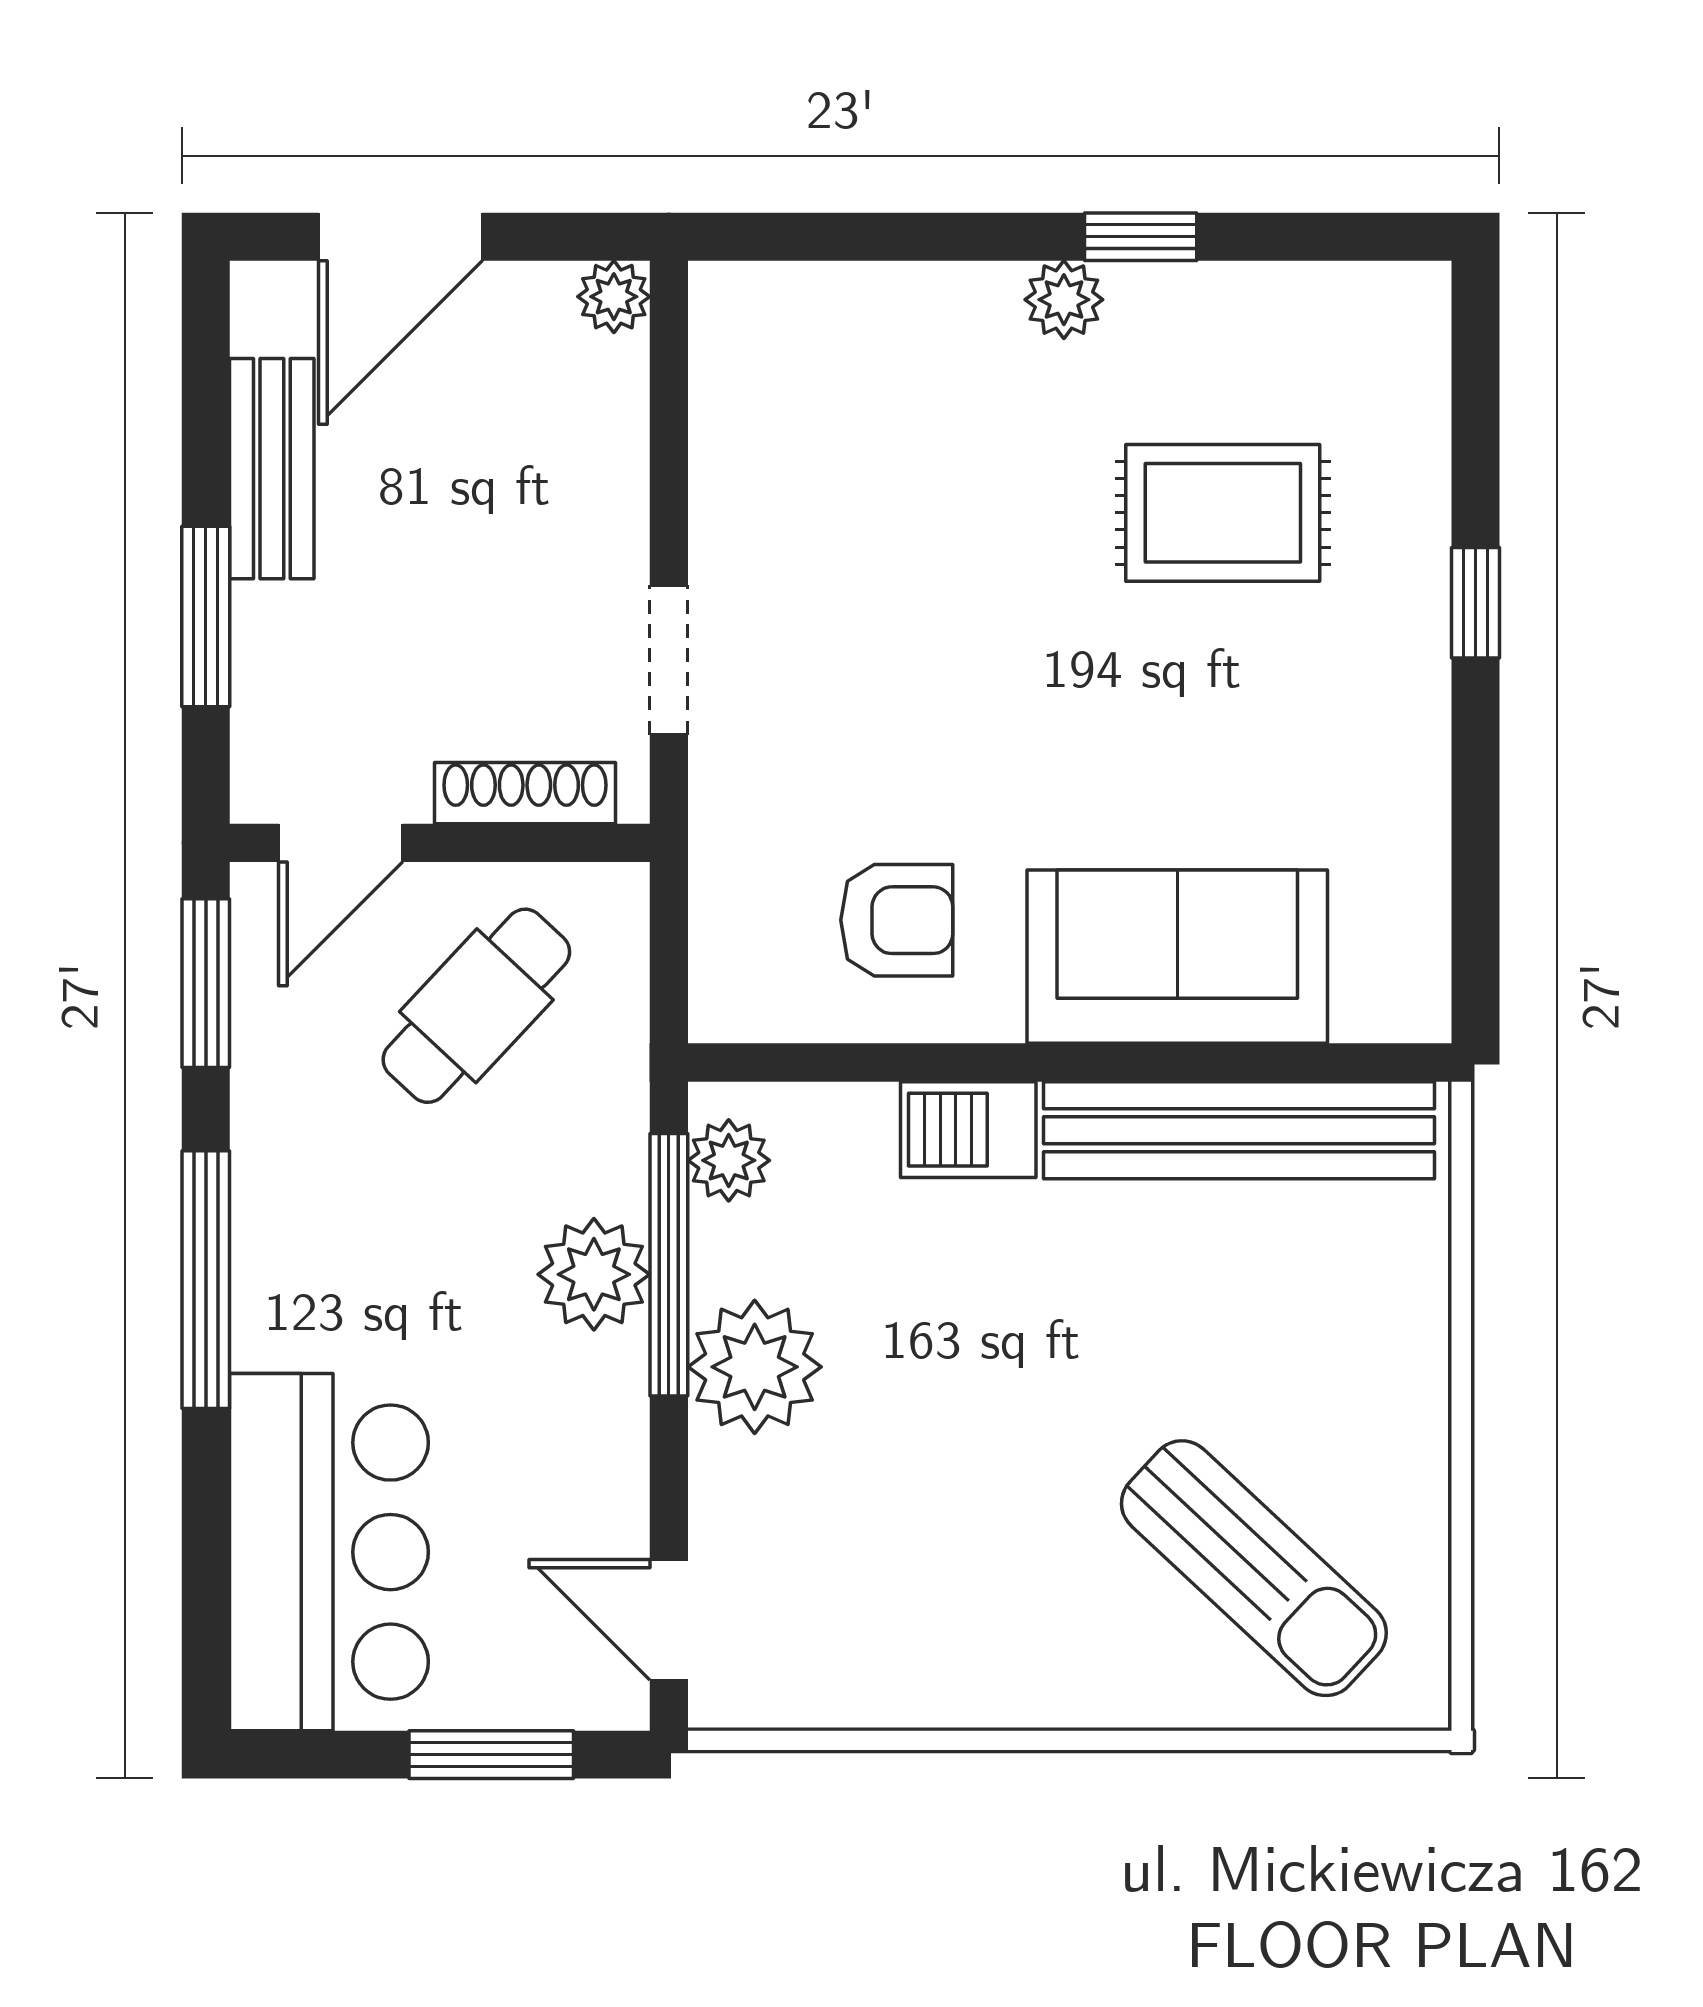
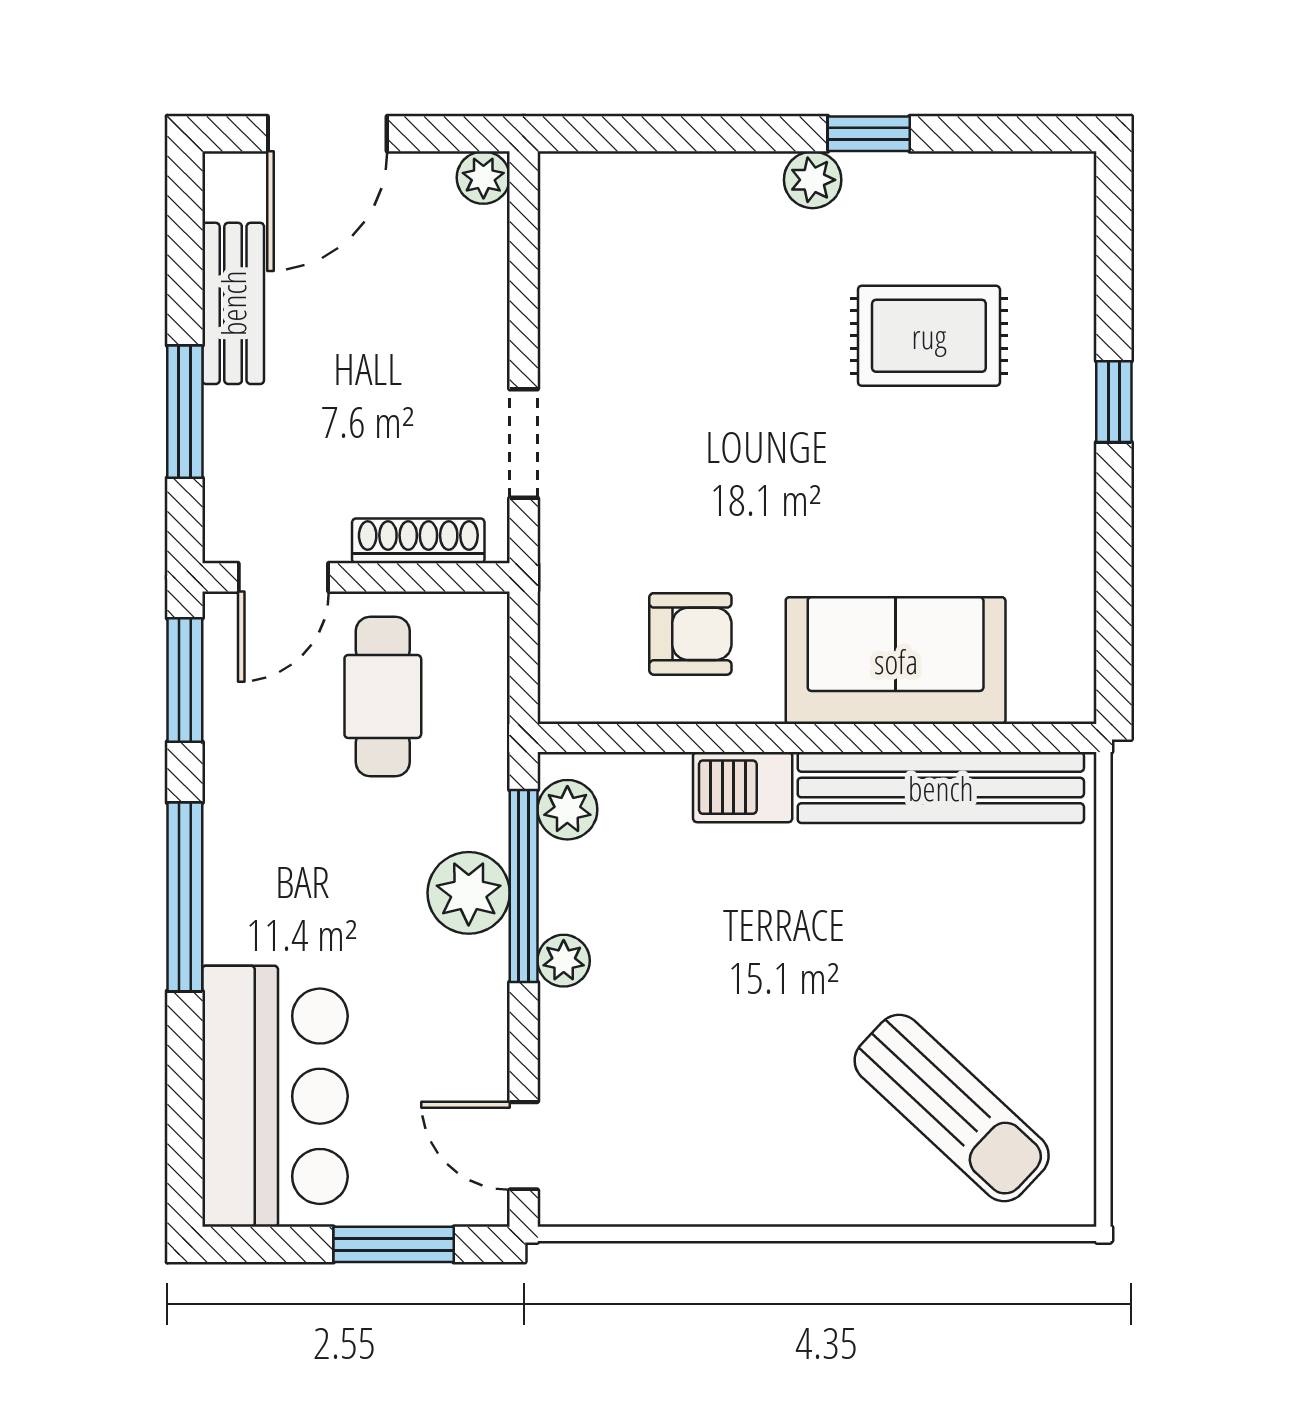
cafe table: (476, 1006) -> (383, 696), turned -43
plant: (755, 1367) -> (564, 961), width x0.53, depth x0.53

